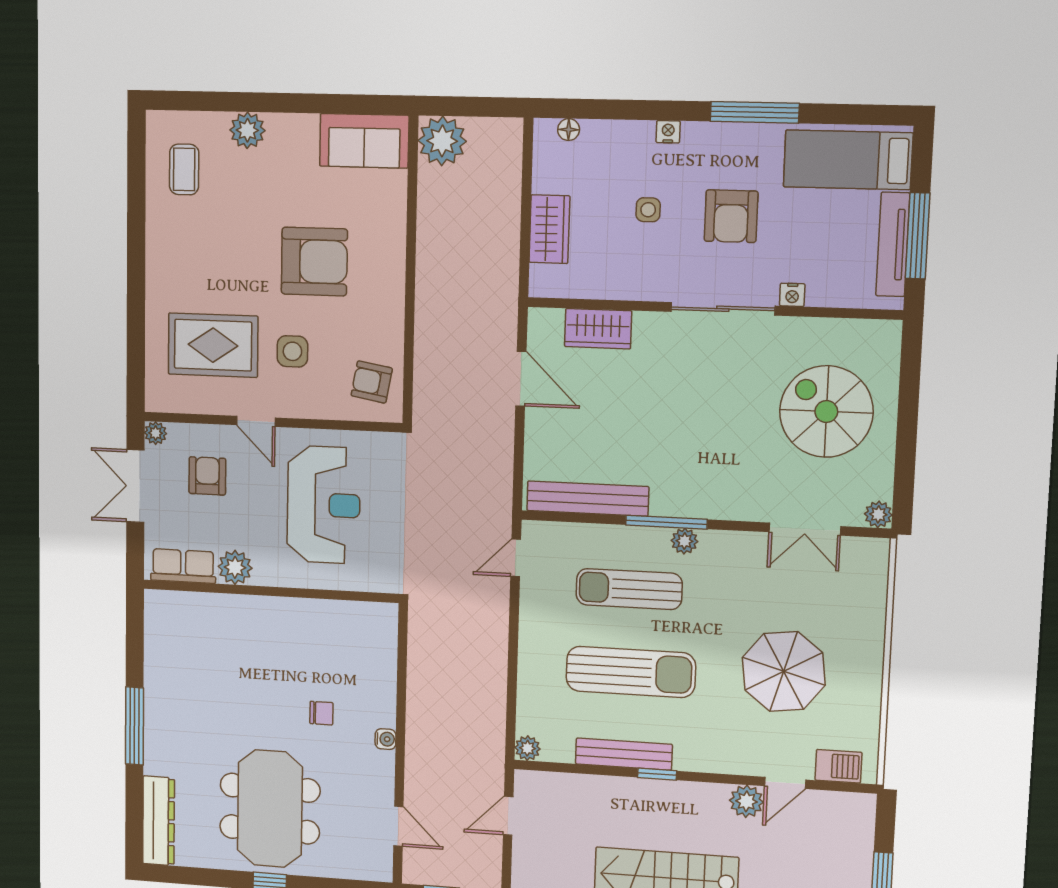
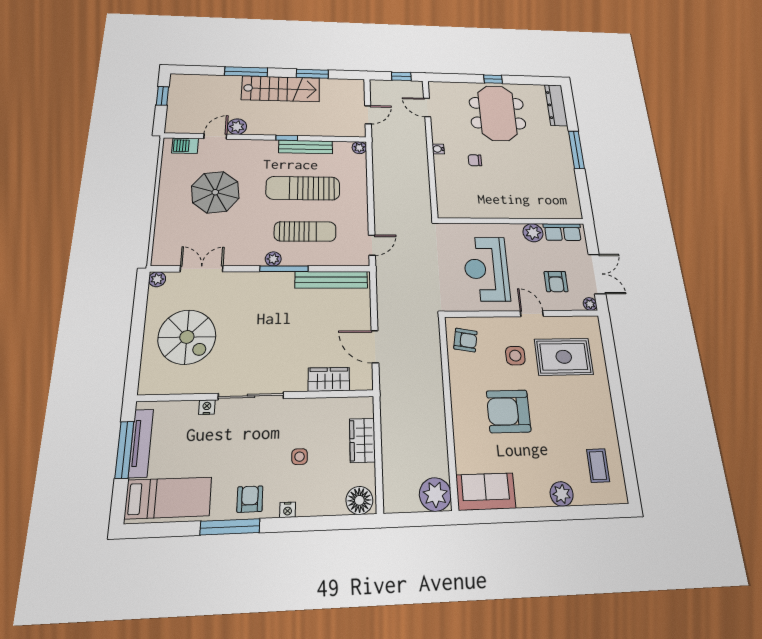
floor lamp: (569, 130) -> (359, 500), width x1.89, depth x1.89
armchair: (731, 216) -> (250, 499), moved, width x0.72, depth x0.72

